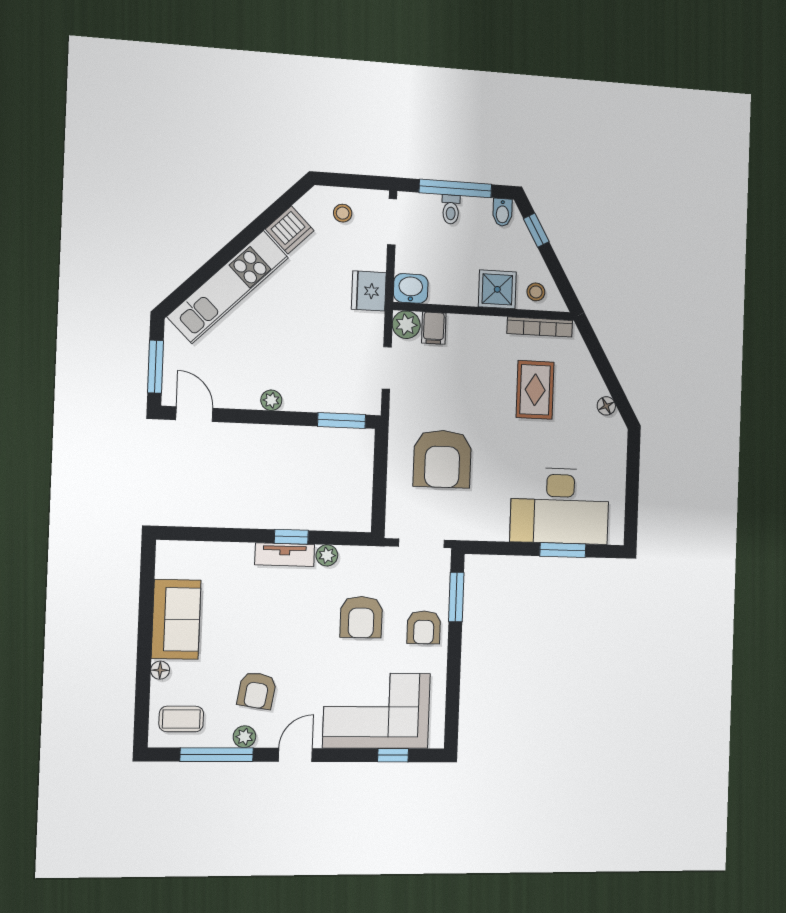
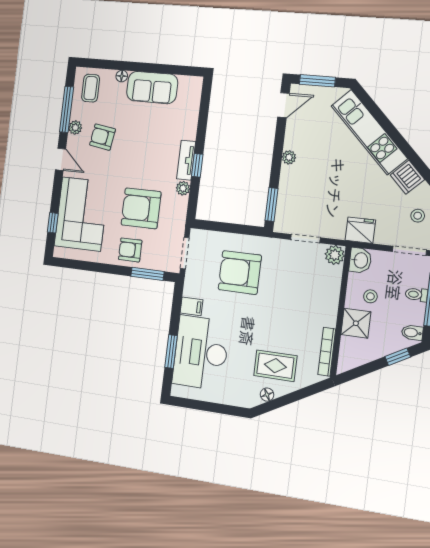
stool: (536, 292) -> (370, 296), moved
filing cabinet: (434, 328) -> (192, 306), moved, turned 180
rug: (535, 390) -> (275, 366), moved
armchair: (361, 617) -> (141, 208), width x1.36, depth x1.36

